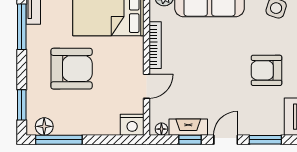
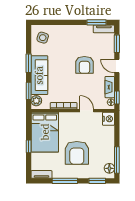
window: (22, 27) -> (65, 181), moved
armchair: (72, 69) -> (77, 153), turned 180
armchair: (267, 70) -> (84, 65), moved
window: (190, 140) -> (117, 98), moved

